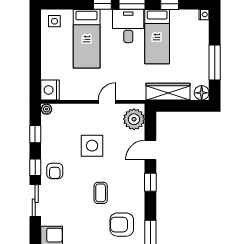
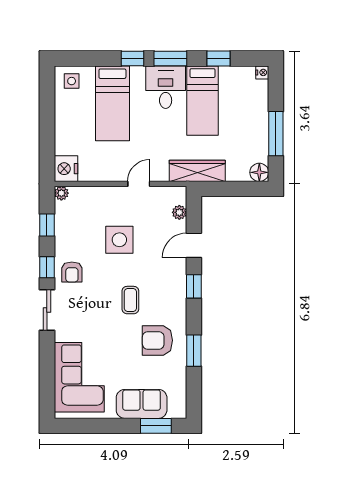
wardrobe: (168, 92) -> (197, 171), moved
plant: (134, 119) -> (179, 212), width x0.53, depth x0.53

